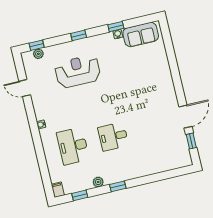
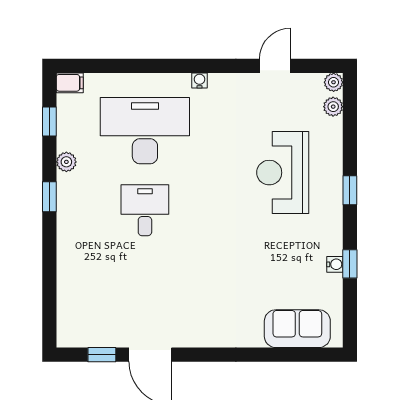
sofa: (141, 35) -> (297, 329), moved, turned 90
window: (37, 45) -> (350, 107), removed
plant: (26, 57) -> (334, 82), added
reception desk: (78, 71) -> (283, 173), turned 180
desk: (73, 146) -> (145, 131), width x1.36, depth x1.30

